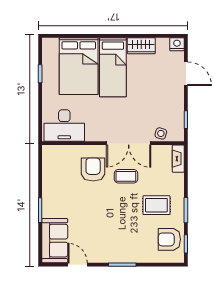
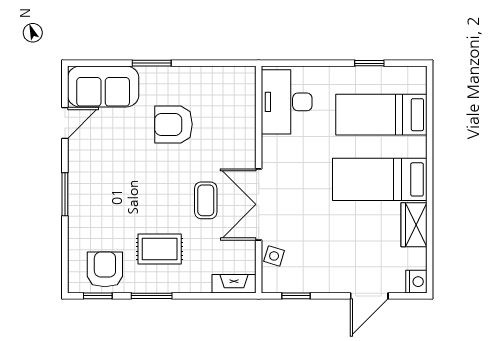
bed: (79, 66) -> (381, 115), width x0.67
armchair: (93, 169) -> (173, 124), moved, turned 180
rug: (156, 205) -> (160, 249), turned 90

